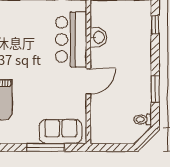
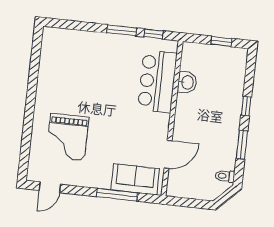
window: (155, 25) -> (246, 106), moved
door: (88, 81) -> (168, 154), moved

